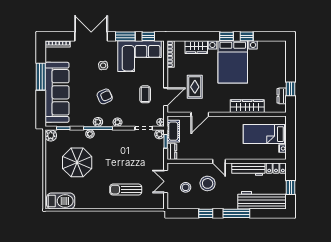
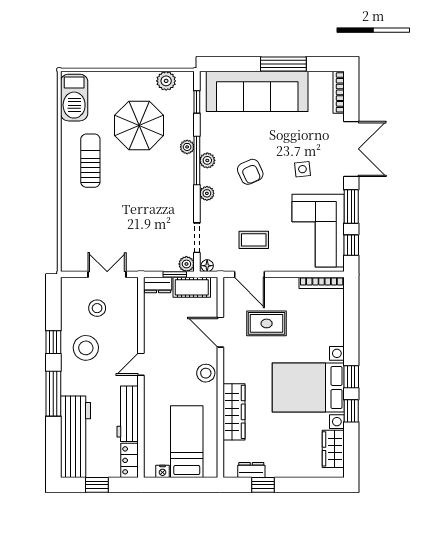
wardrobe: (196, 47) -> (333, 449), moved
stool: (224, 123) -> (206, 373), added
plant: (51, 135) -> (166, 81), moved
stool: (208, 183) -> (86, 348), moved
sun lounger: (126, 190) -> (90, 161), moved

